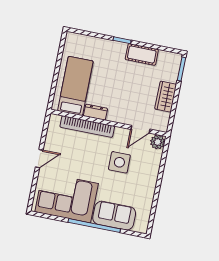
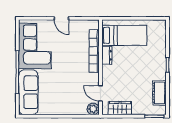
cot: (142, 54) -> (159, 93), moved
wardrobe: (166, 97) -> (120, 108), moved
side table: (119, 162) -> (71, 82), removed
sofa: (114, 216) -> (28, 92), width x1.36

